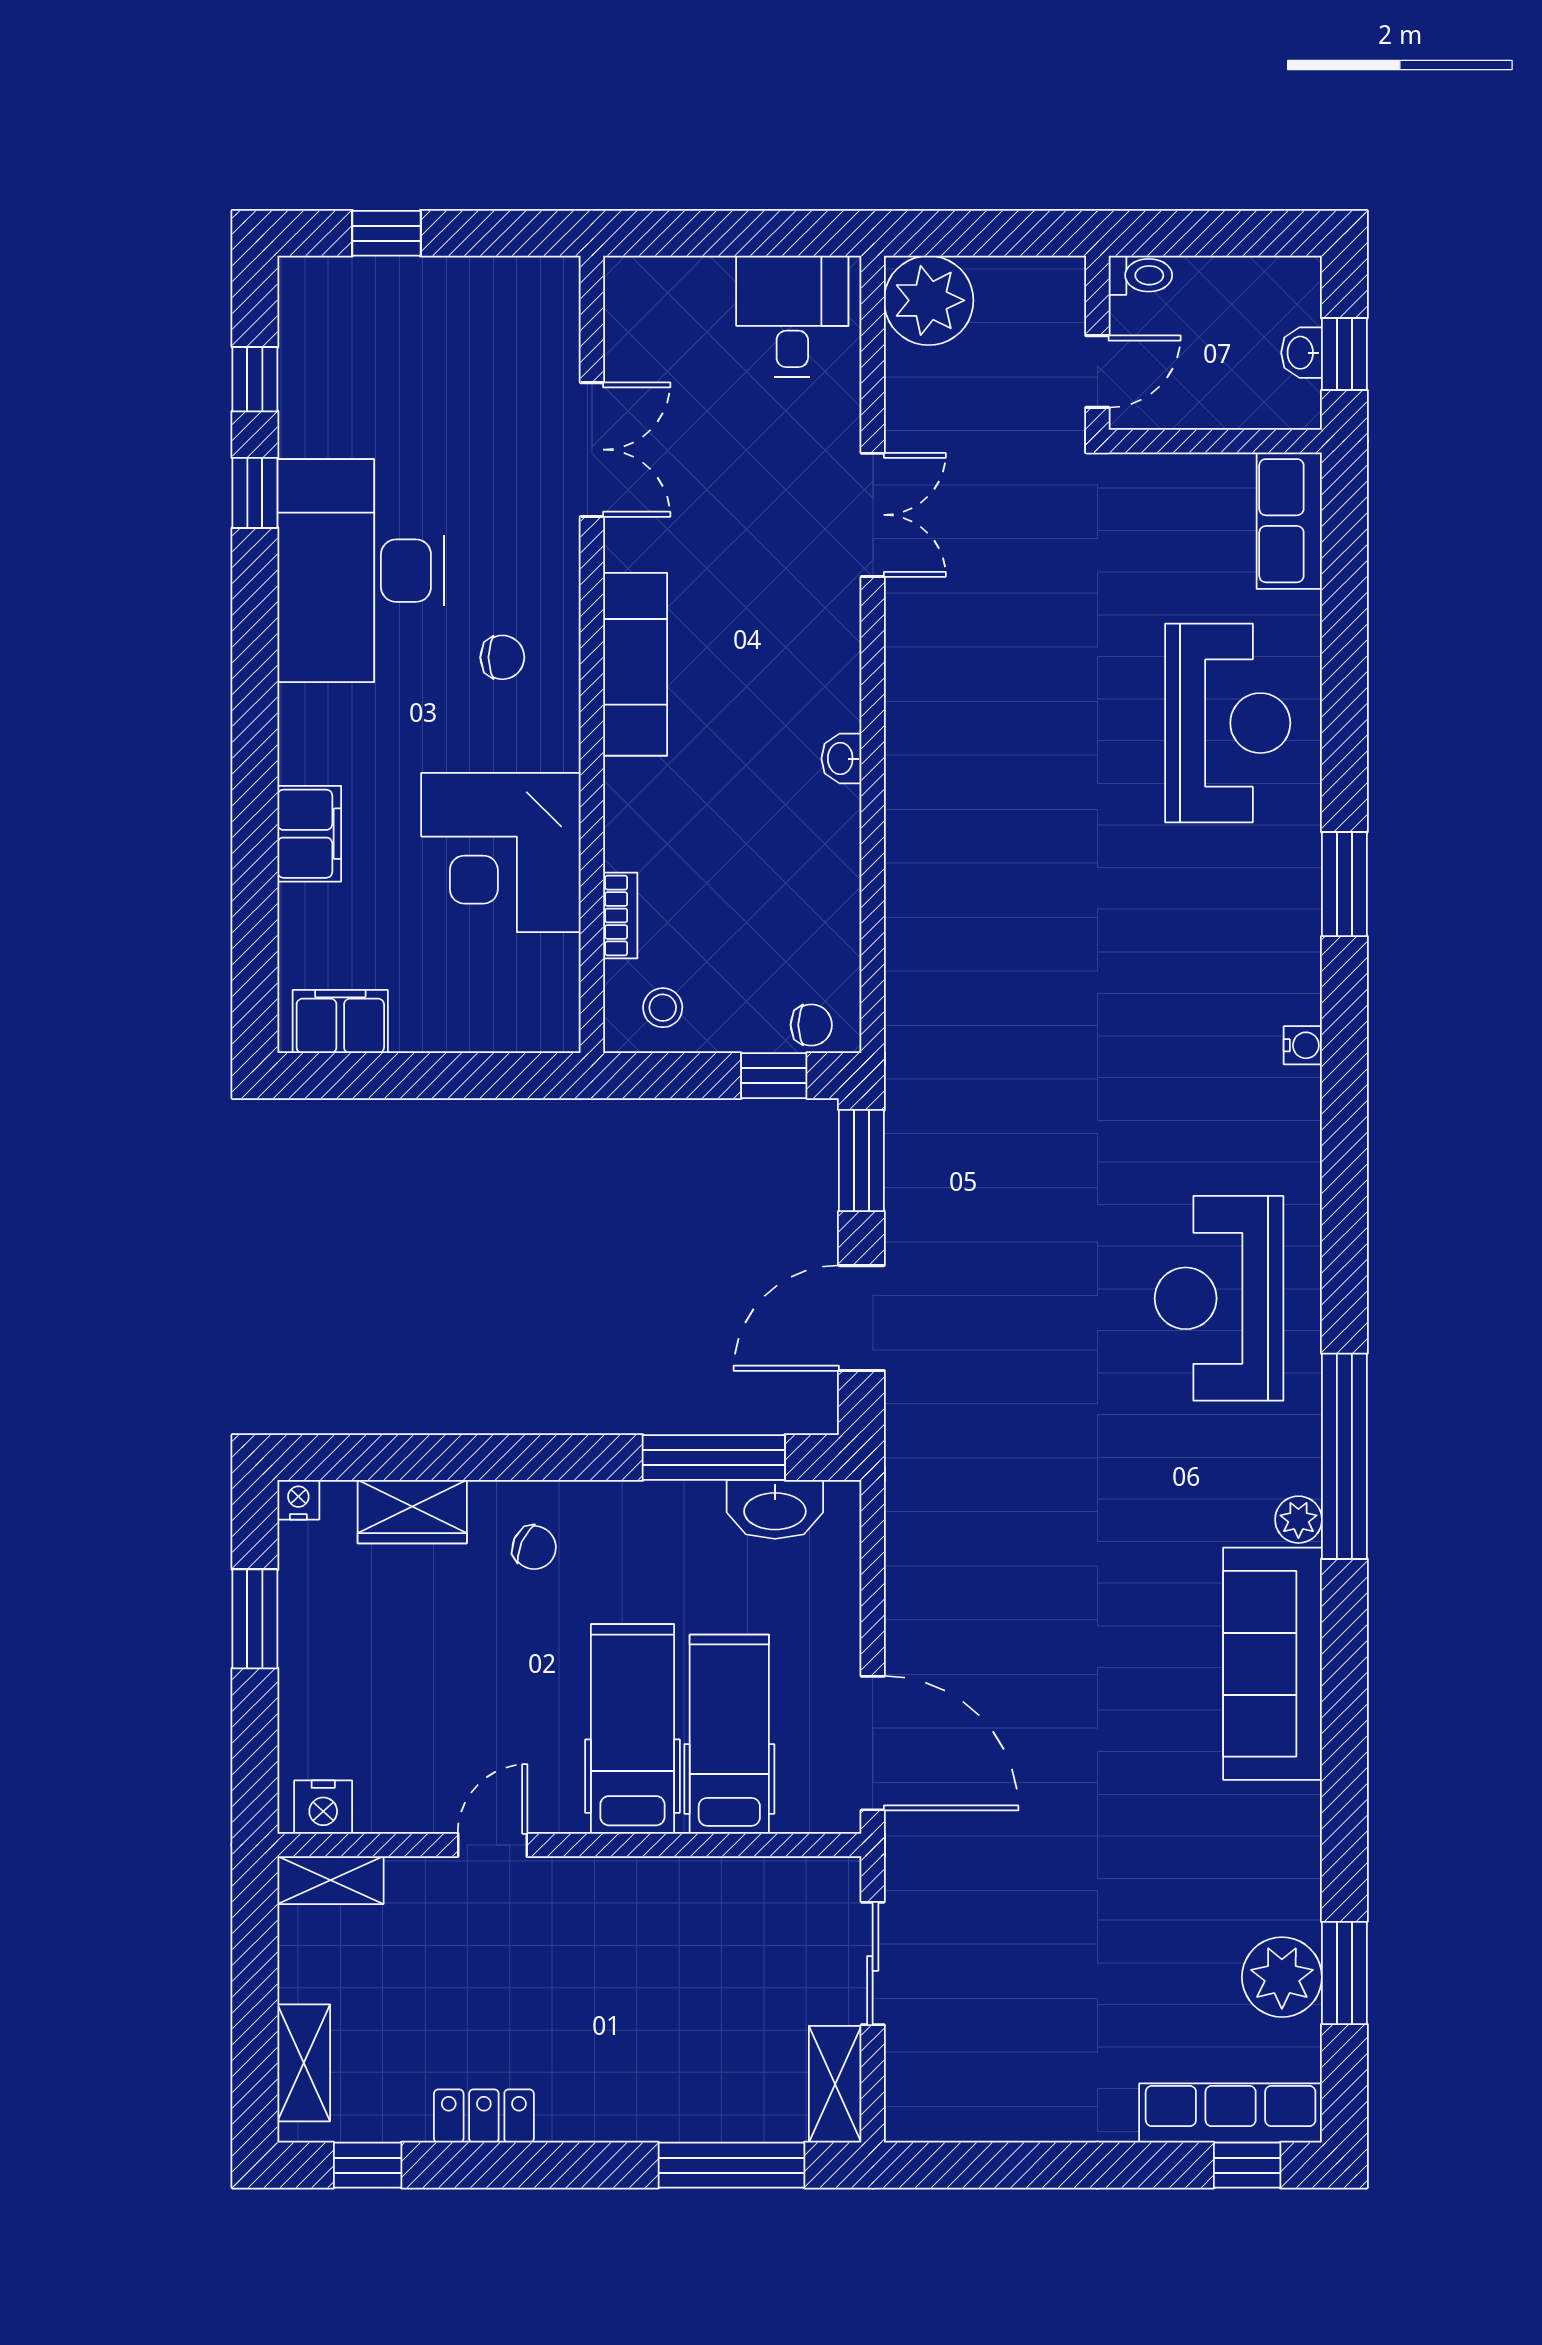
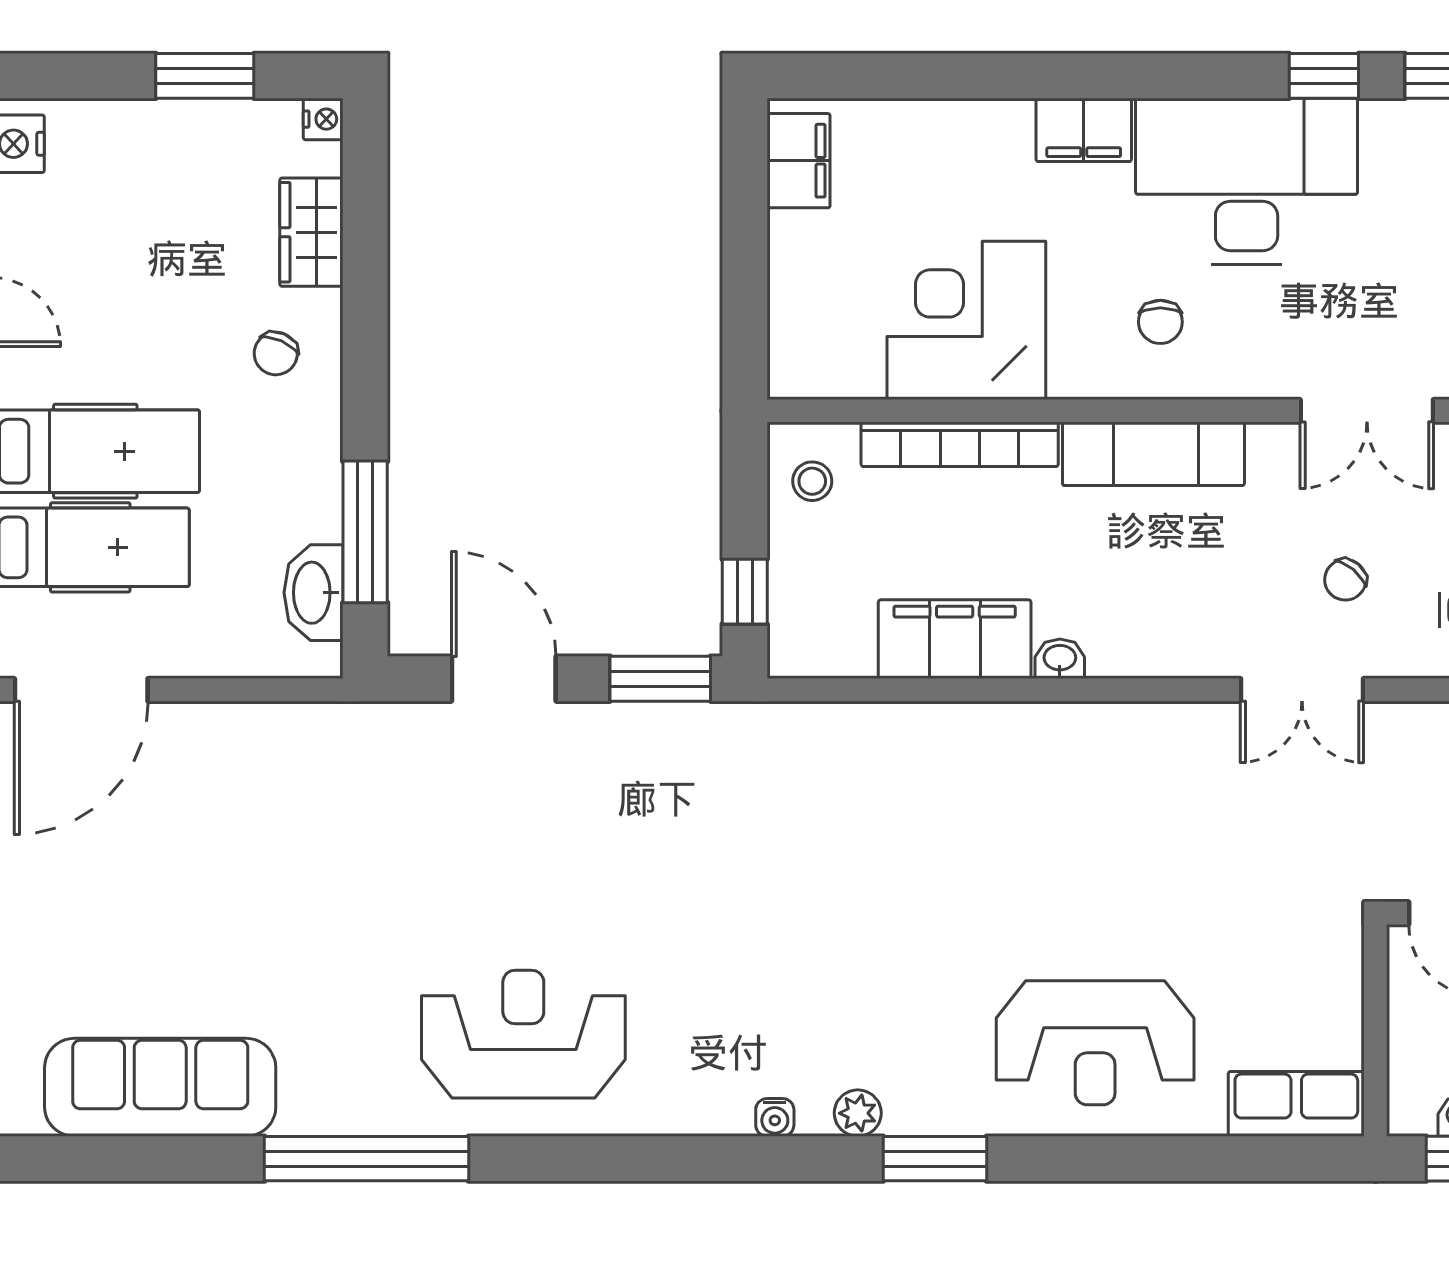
filing cabinet: (309, 834) -> (1084, 130), moved
filing cabinet: (822, 864) -> (955, 639), added
bookcase: (620, 916) -> (960, 444), width x2.31, depth x1.31
chair: (811, 1025) -> (1345, 580), moved, turned 40
plant: (1298, 1520) -> (858, 1113), moved

